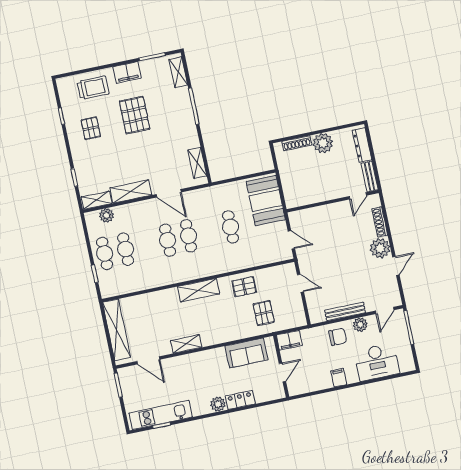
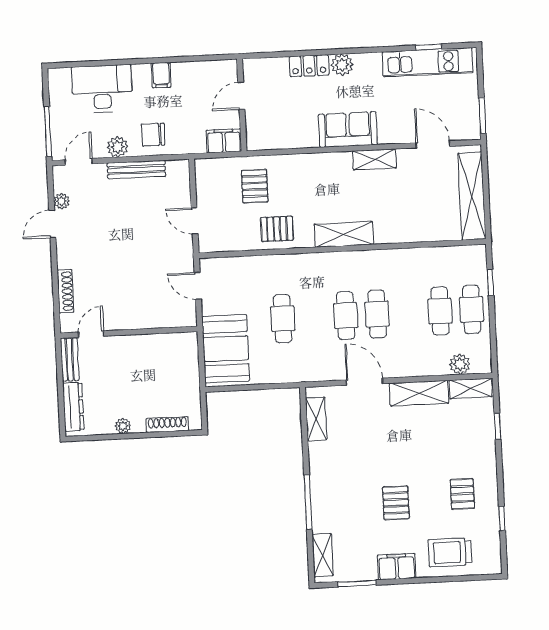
pallet: (135, 115) -> (396, 503), width x0.67, depth x0.71
plant: (323, 143) -> (123, 426), width x0.53, depth x0.53
plant: (380, 248) -> (62, 201), moved, width x0.53, depth x0.53
sofa: (246, 353) -> (348, 129), moved

